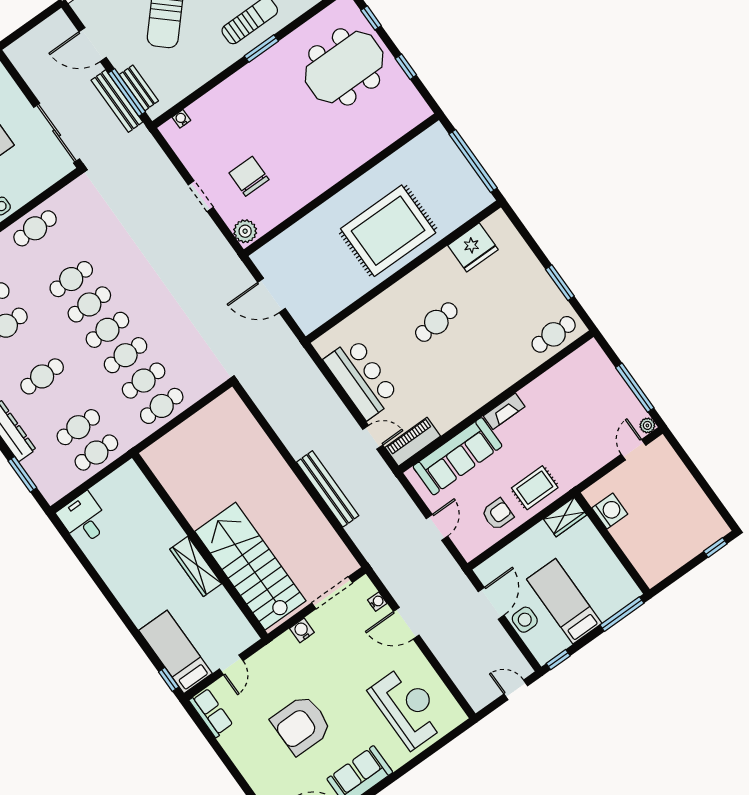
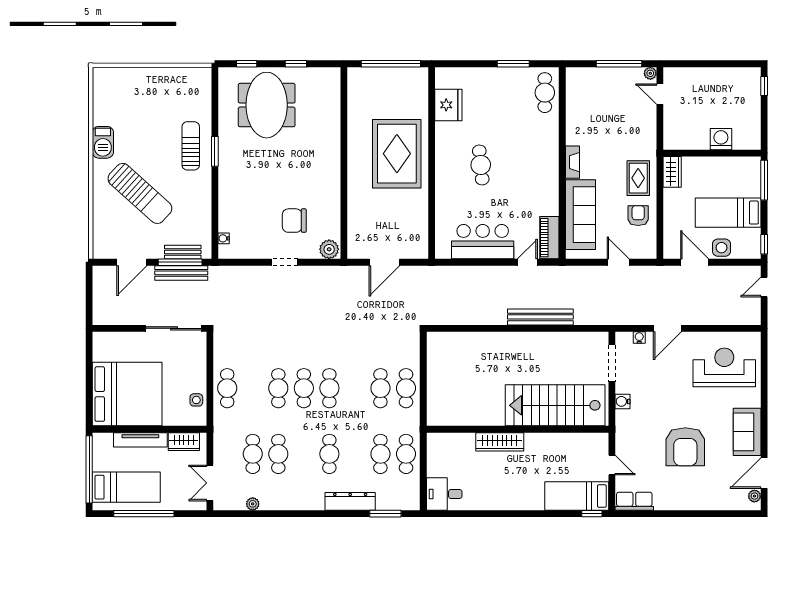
cafe table: (126, 355) -> (355, 388), removed
washing machine: (610, 511) -> (721, 139), moved
wardrobe: (196, 566) -> (500, 442), moved

